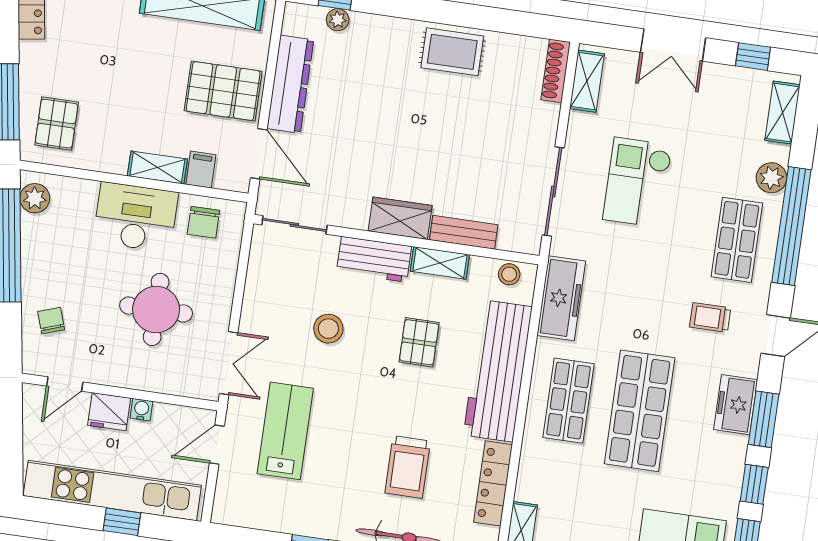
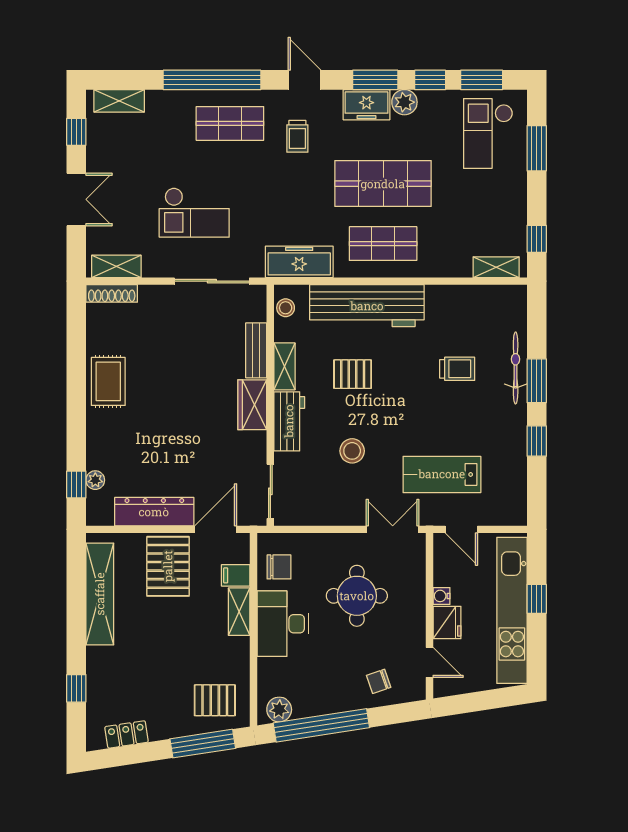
plant: (771, 178) -> (404, 102), moved
trolley: (408, 467) -> (457, 369), width x0.73, depth x0.72
locker: (493, 483) -> (461, 296), removed

